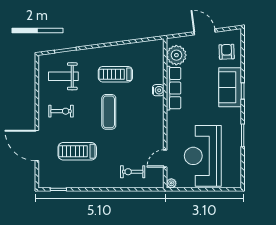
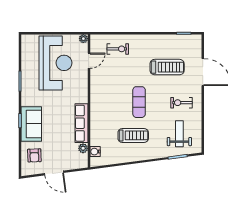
plant: (176, 55) -> (83, 148), width x0.53, depth x0.53
weight bench: (63, 76) -> (179, 134), turned -90
water cooler: (158, 90) -> (95, 152), moved

